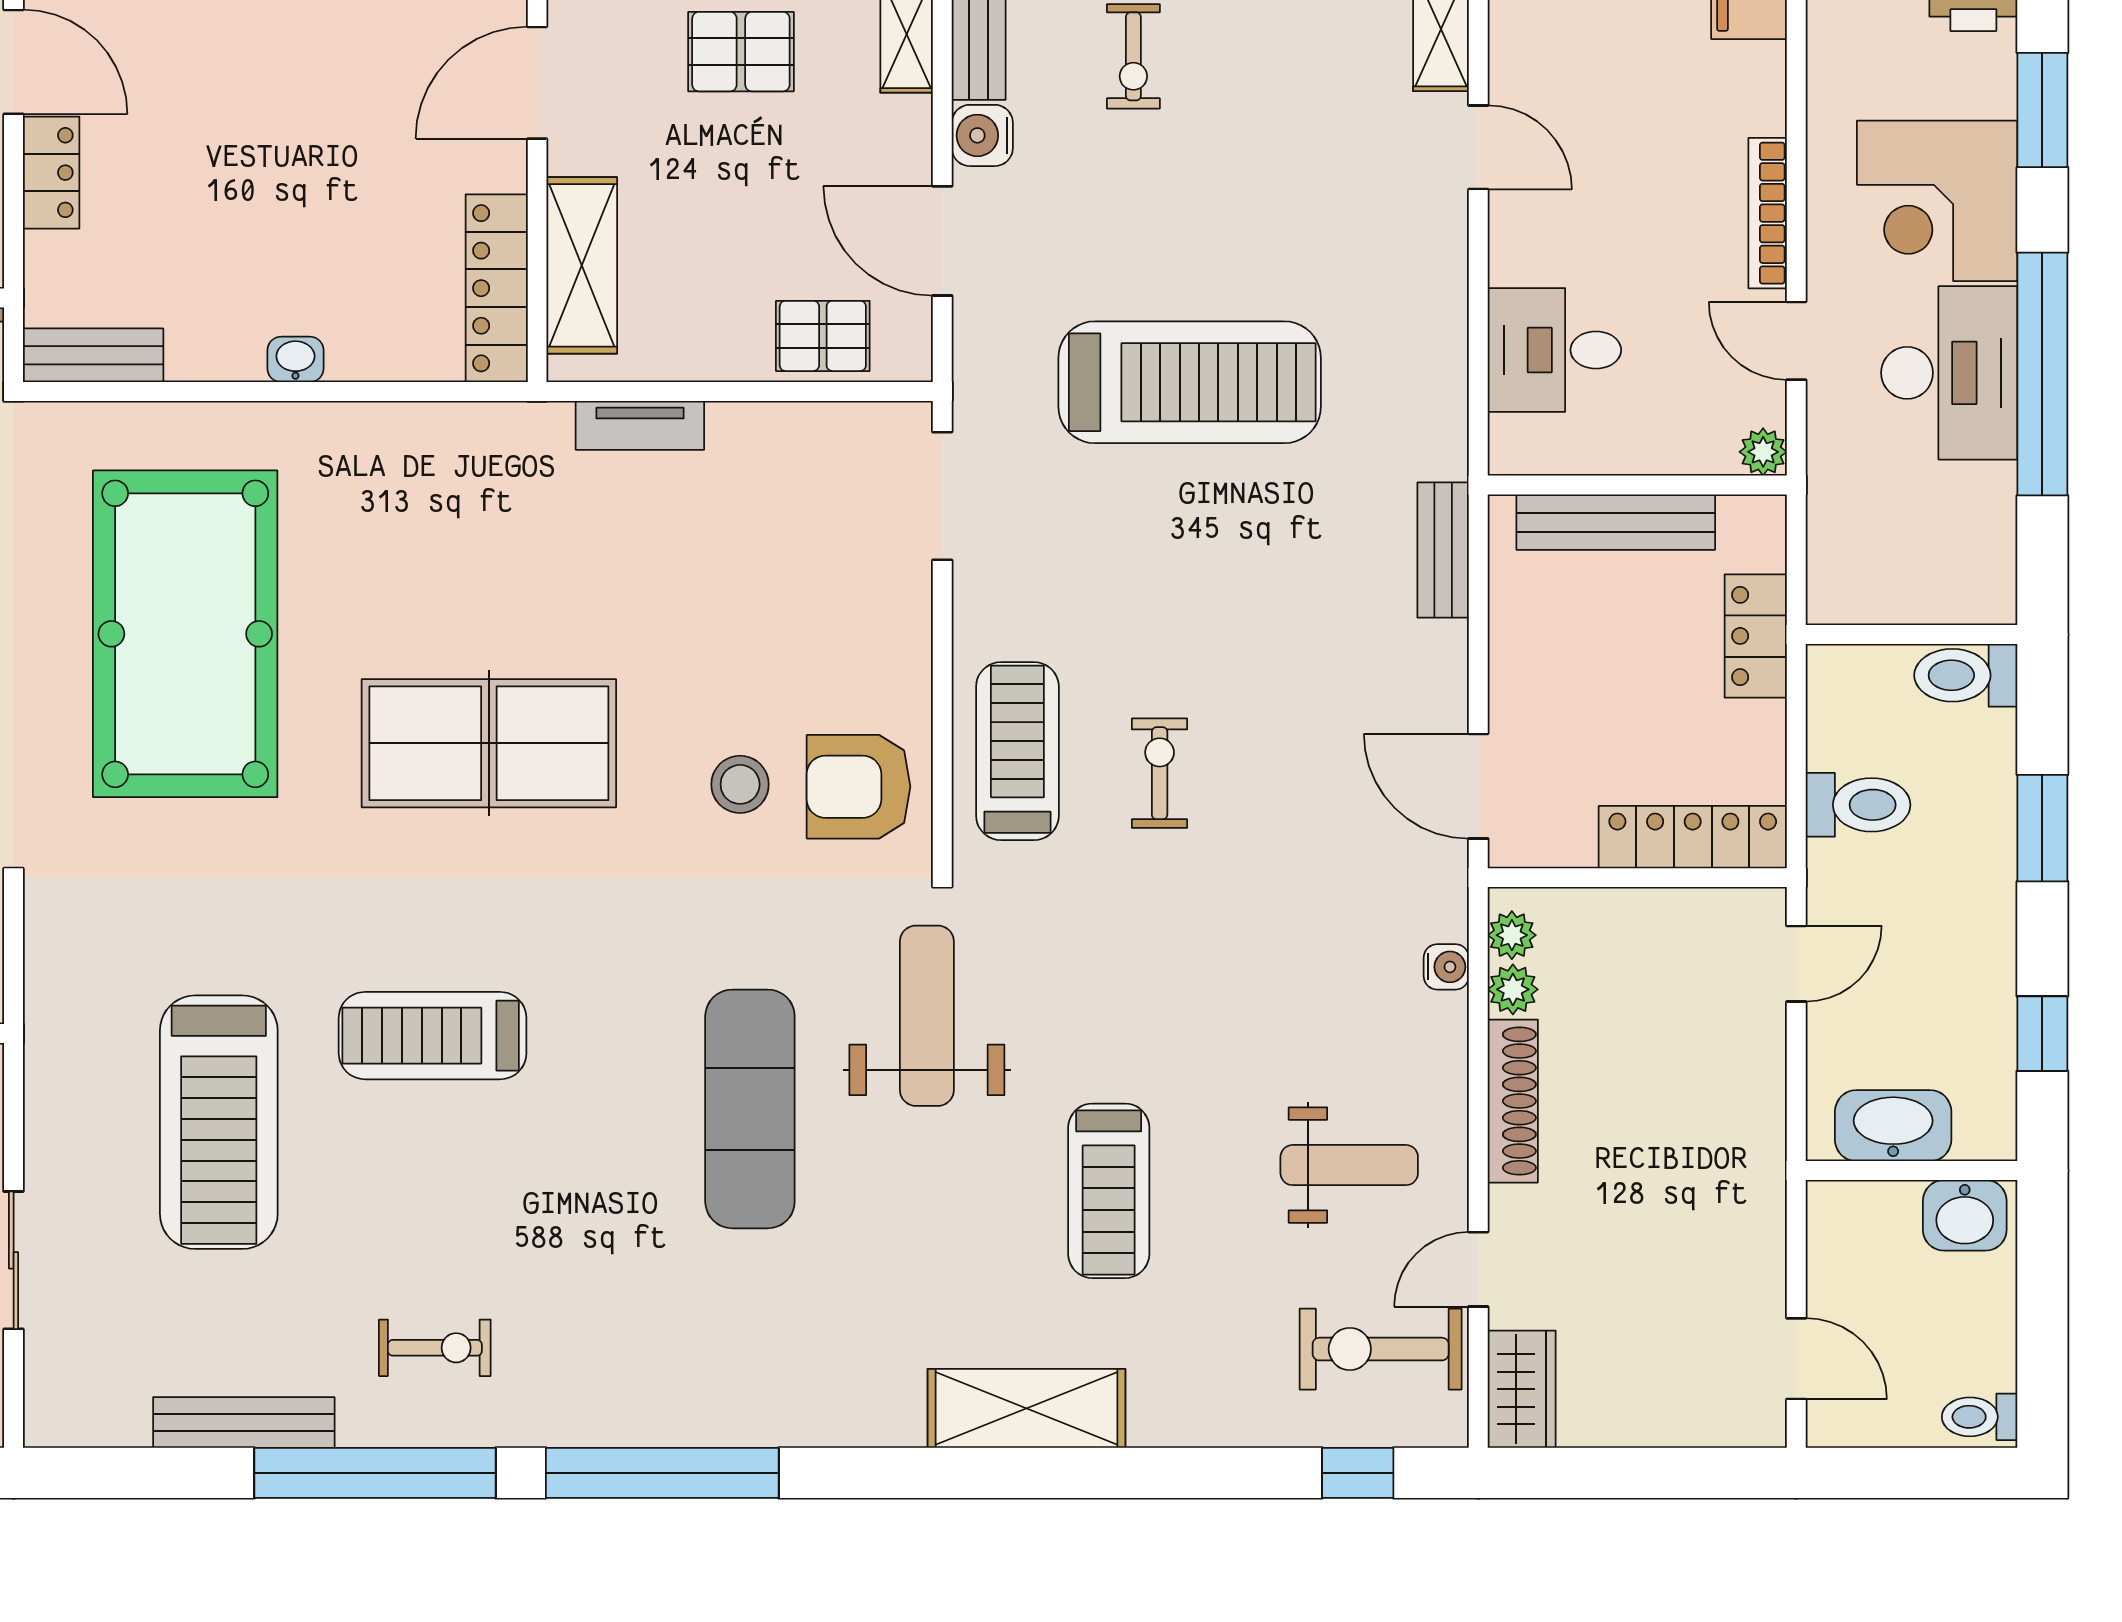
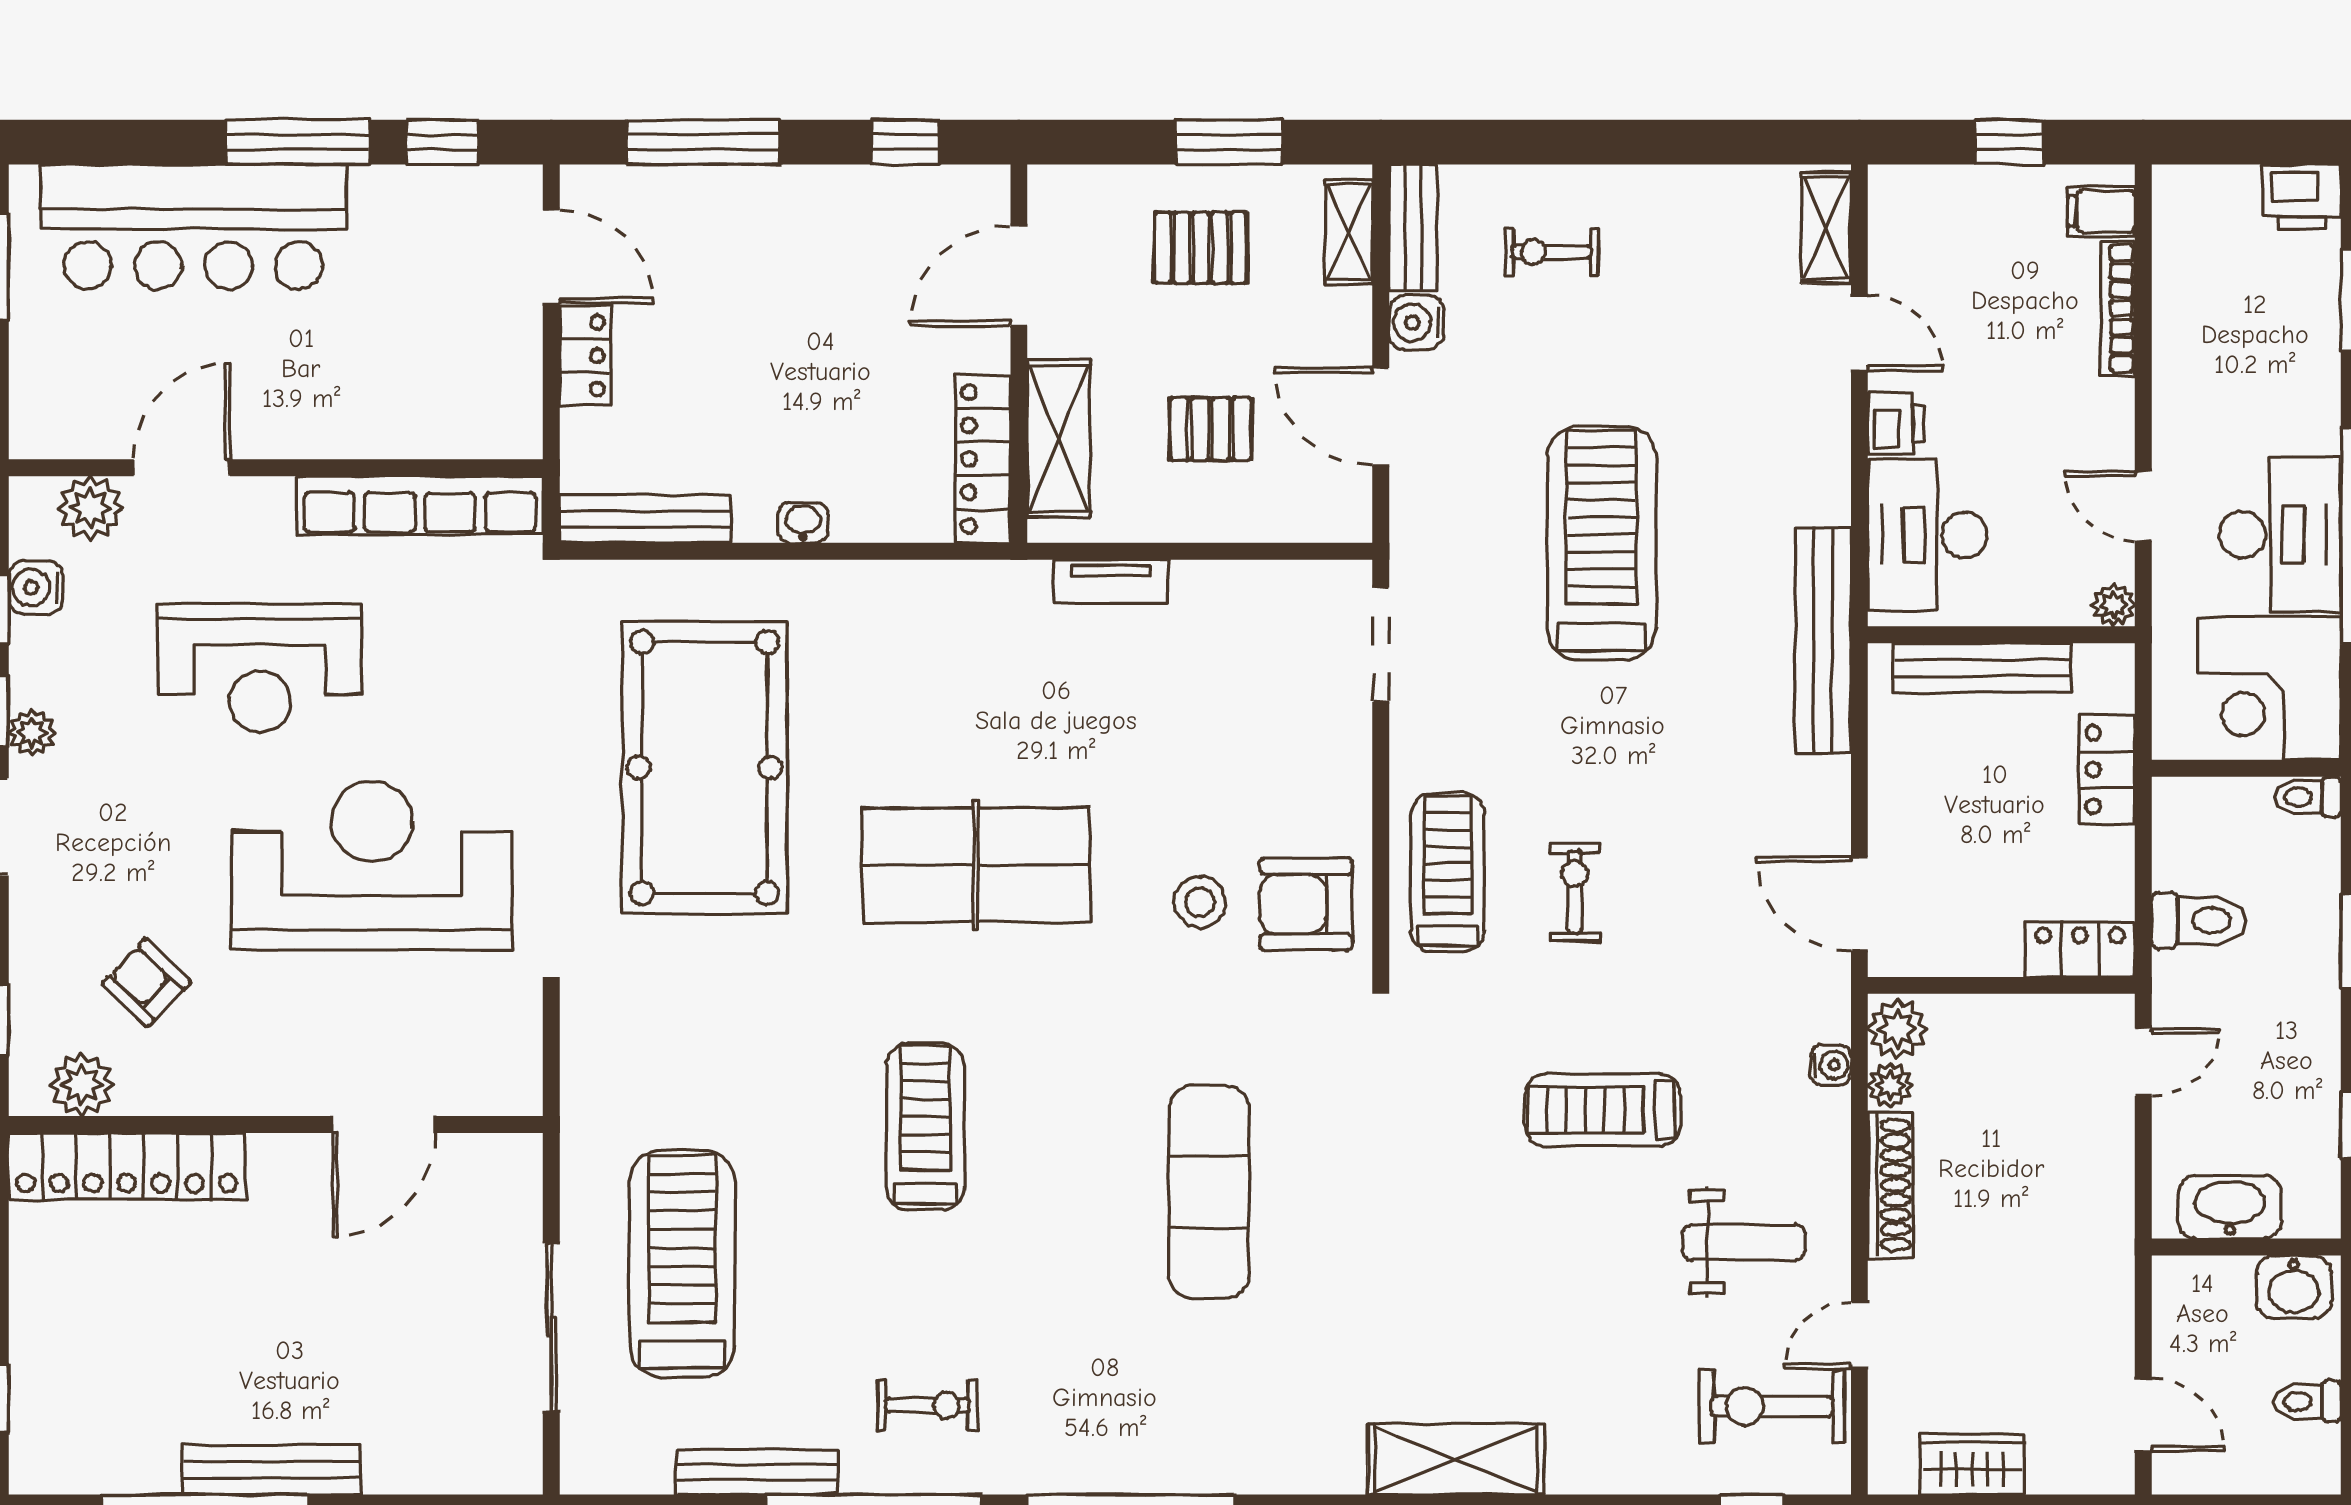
exercise bike: (1133, 56) -> (1551, 252), turned 90
corner desk: (1937, 201) -> (2269, 688), moved
bookcase: (1768, 213) -> (2118, 308), moved
printer: (1519, 248) -> (1896, 423), added
pallet: (823, 336) -> (1210, 429), moved
desk: (1554, 350) -> (1927, 535), width x1.37
bench: (93, 355) -> (645, 519), width x1.36
treadmill: (1190, 382) -> (1602, 543), turned -90
bench: (1443, 550) -> (1823, 641), width x1.86, depth x1.21
toilet: (1966, 675) -> (2308, 797), width x0.73, depth x0.72
locker: (1693, 837) -> (2080, 949), width x0.66
plant: (1512, 935) -> (1897, 1029), width x1.38, depth x1.38
weight bench: (927, 1016) -> (1367, 1109), removed
treadmill: (433, 1036) -> (925, 1126), turned 90
treadmill: (219, 1122) -> (682, 1264), moved, turned 180
treadmill: (1109, 1191) -> (1603, 1110), moved, turned 90
sliding door: (14, 1260) -> (551, 1327), width x1.37
wardrobe: (1522, 1389) -> (1972, 1464), moved, turned -90
toilet: (1980, 1417) -> (2307, 1401), moved

